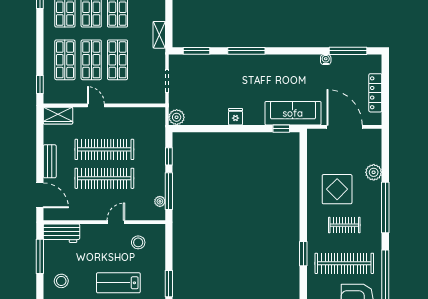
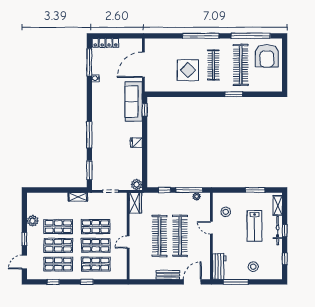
window: (40, 84) -> (87, 282), moved
locker: (375, 93) -> (106, 43), moved
wardrobe: (58, 116) -> (135, 203), moved
plant: (374, 172) -> (176, 44), removed
clothes rail: (344, 225) -> (213, 65), width x1.36

